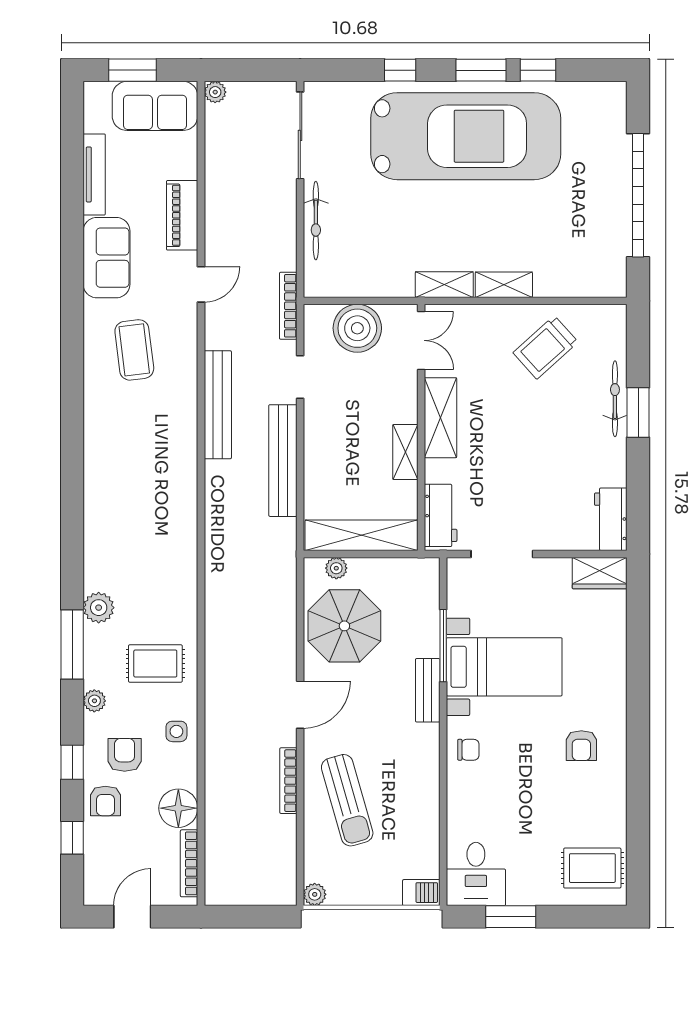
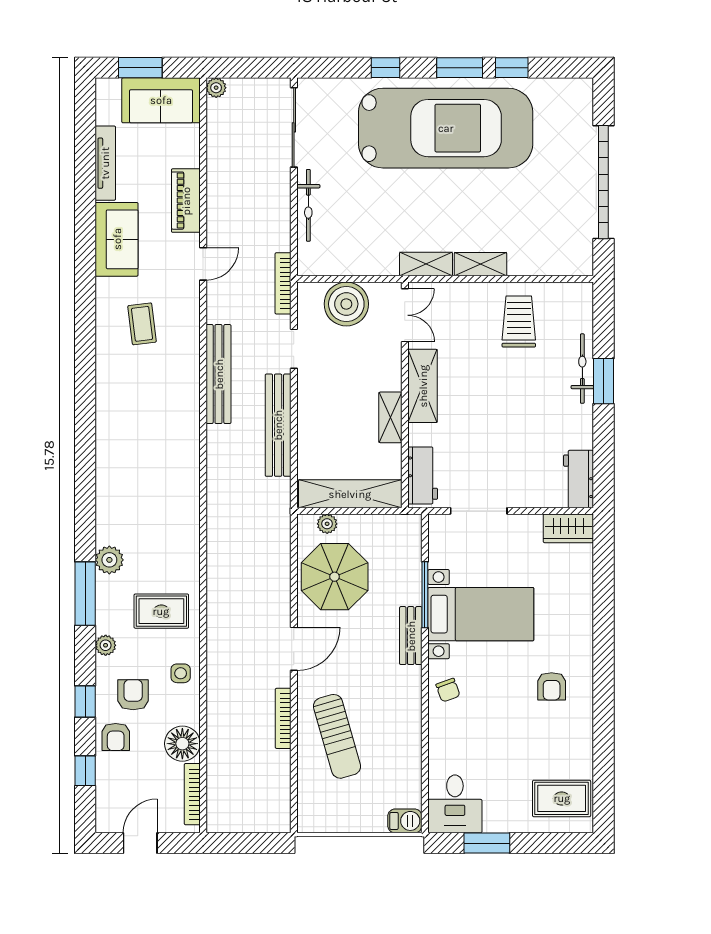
trolley: (546, 347) -> (519, 322), turned 132
coffee table: (134, 350) -> (142, 324), width x0.73, depth x0.77
chair: (468, 750) -> (448, 690), turned 70
plant: (315, 894) -> (307, 823), removed

